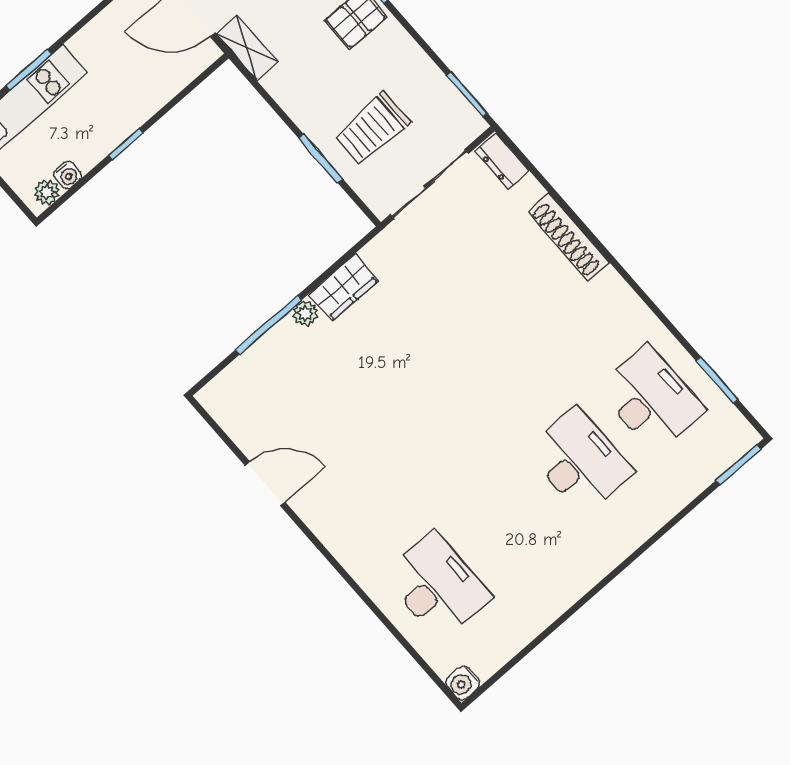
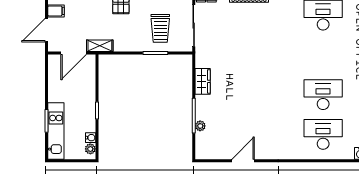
plant: (305, 313) -> (200, 126), moved
desk: (580, 461) -> (323, 95), moved

